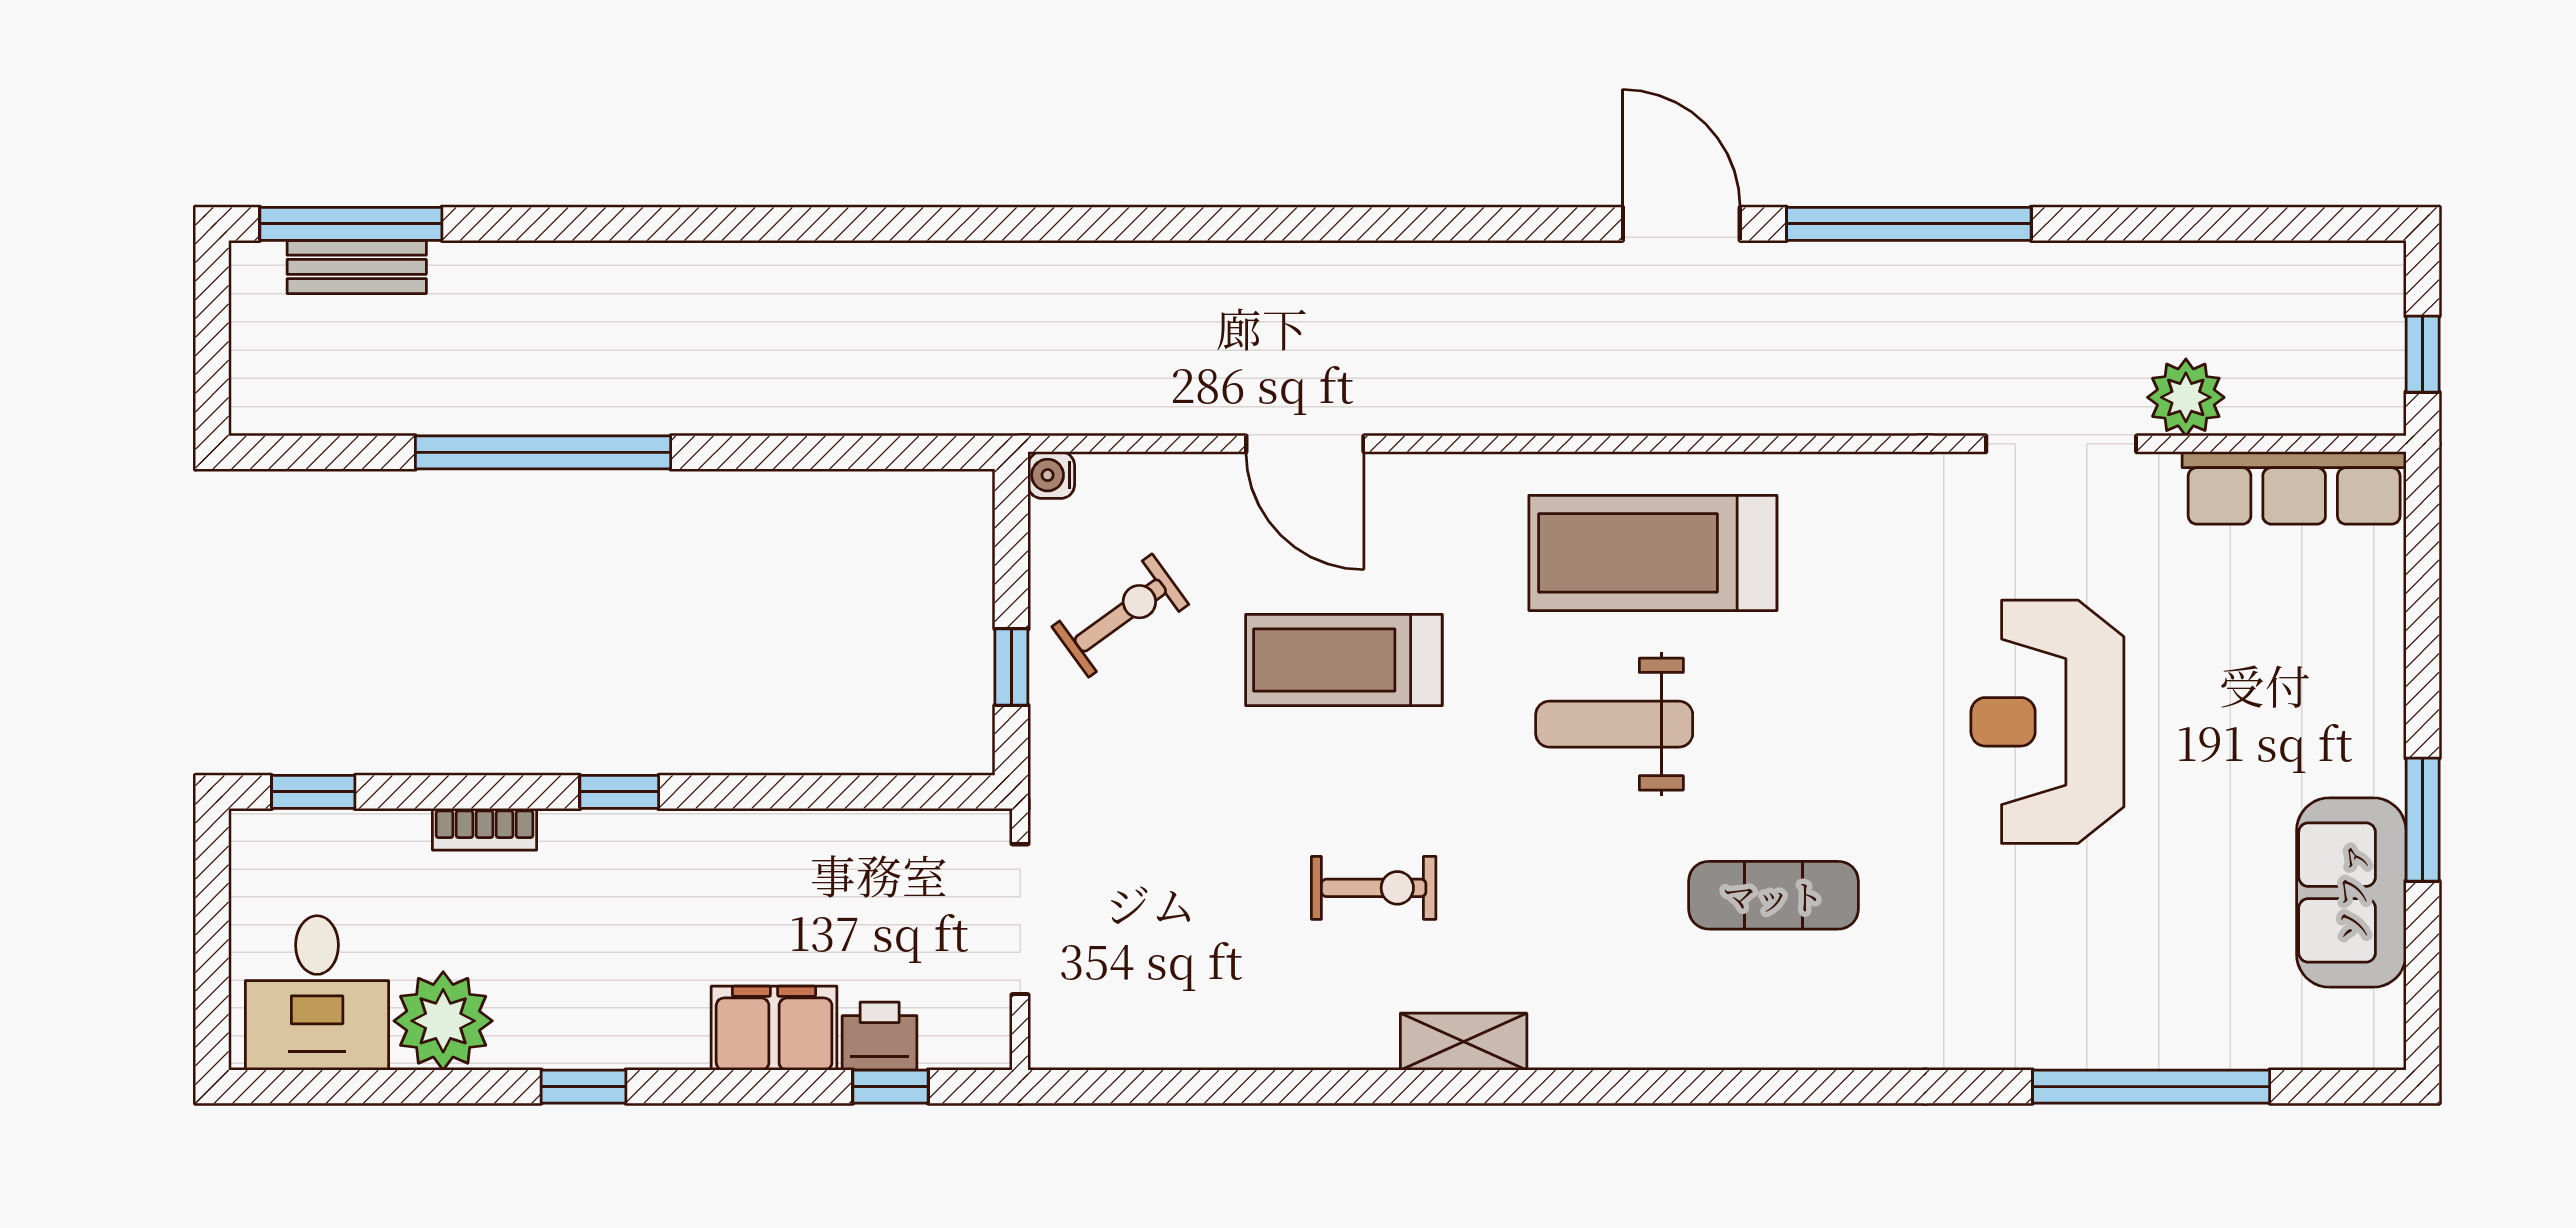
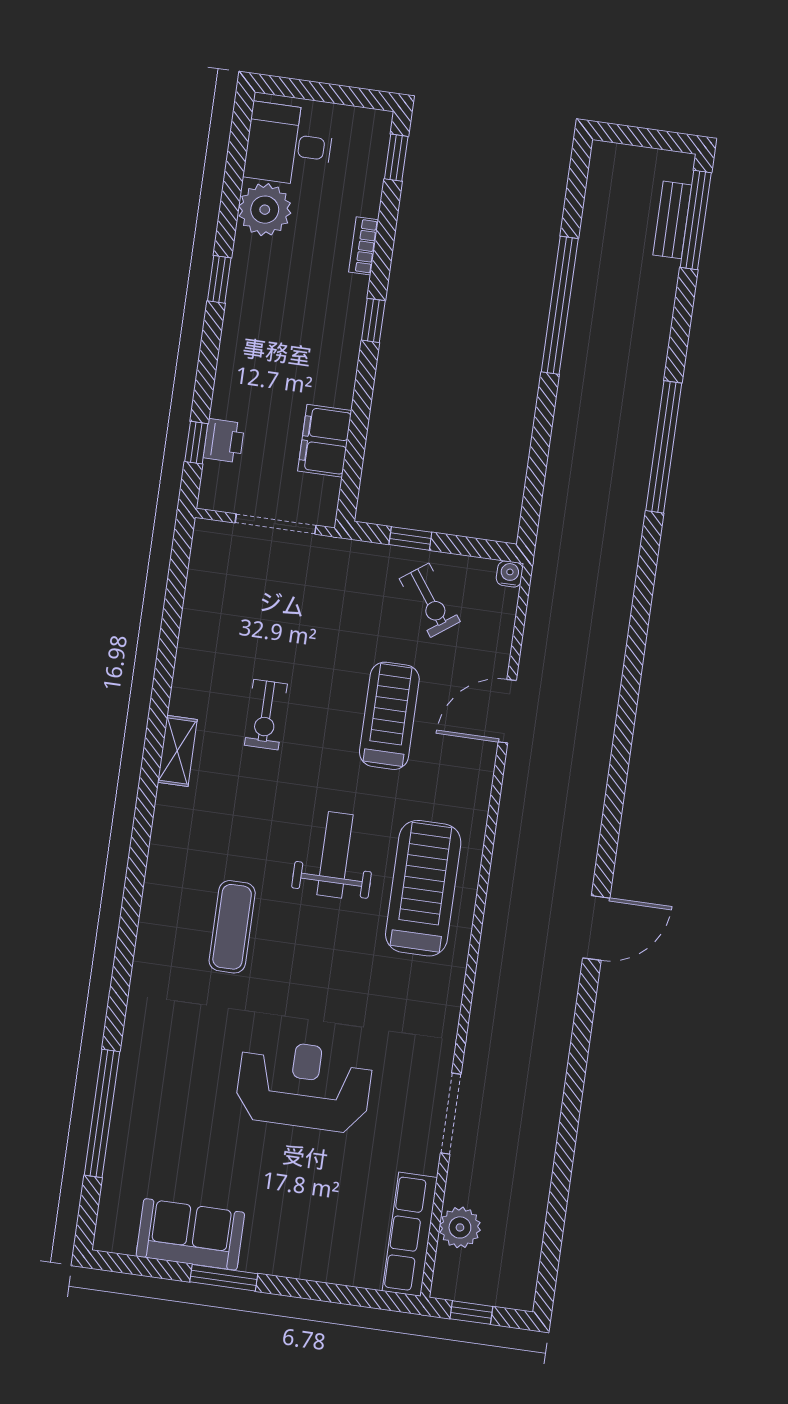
window: (1909, 224) -> (664, 447), moved
plant: (2186, 397) -> (460, 1227), moved
filing cabinet: (774, 1028) -> (325, 441), moved, turned 180

